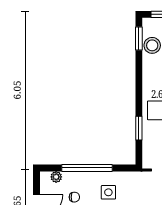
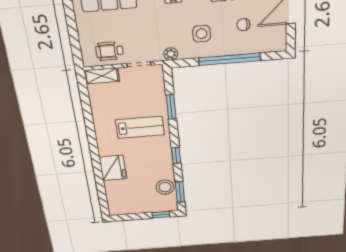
window: (139, 79) -> (176, 155), added
plant: (56, 177) -> (171, 54), moved

